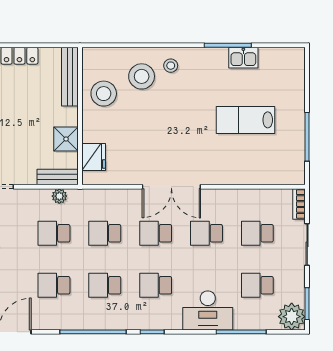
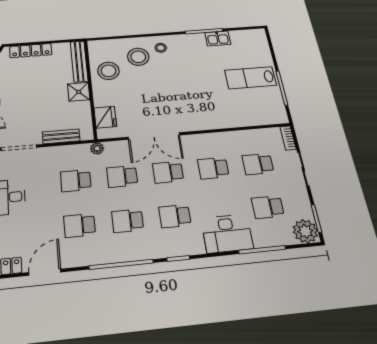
lab bench: (246, 120) -> (251, 78), moved
shower: (66, 139) -> (79, 92), moved
bench: (58, 177) -> (61, 136), moved
double door: (171, 187) -> (154, 136), moved
plant: (59, 196) -> (97, 148), moved

